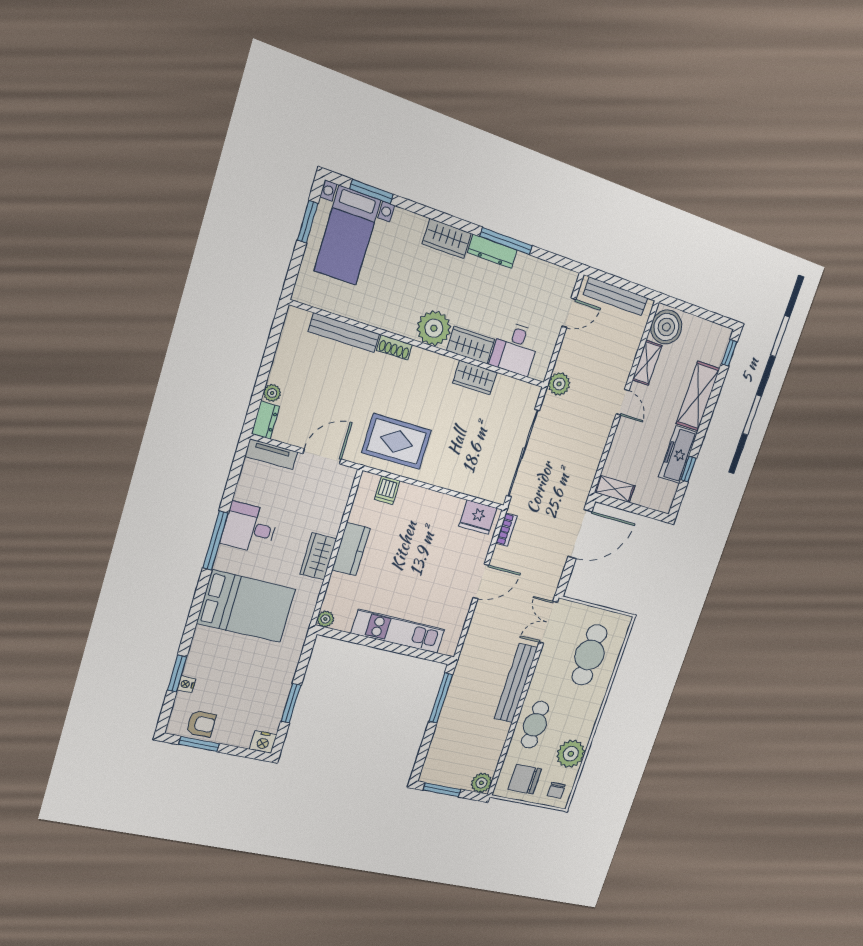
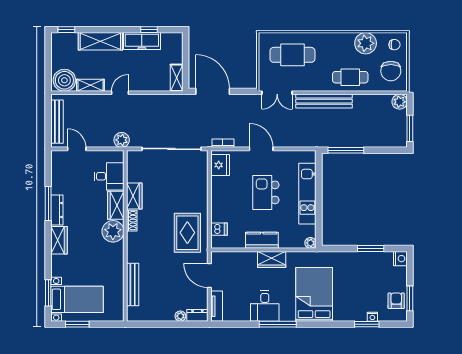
shoe rack: (394, 347) -> (132, 221), moved
kitchen island: (418, 573) -> (266, 192), added

